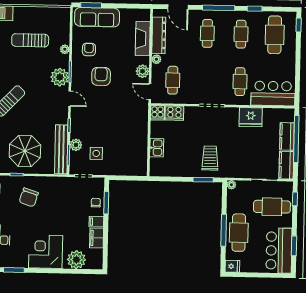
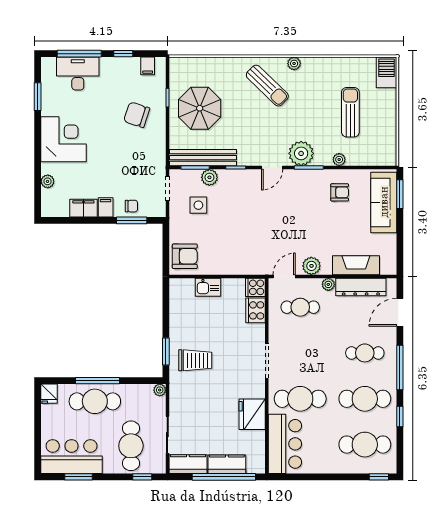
cafe table: (241, 34) -> (365, 399), width x1.37, depth x1.35
armchair: (101, 76) -> (185, 256), moved
cafe table: (240, 82) -> (300, 399), width x1.37, depth x1.35
plant: (76, 260) -> (48, 181), width x0.53, depth x0.53

